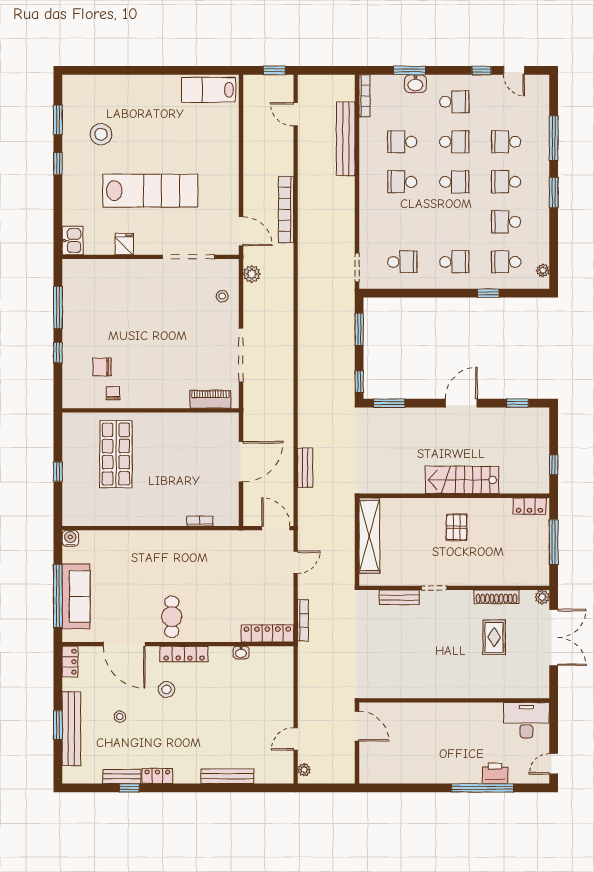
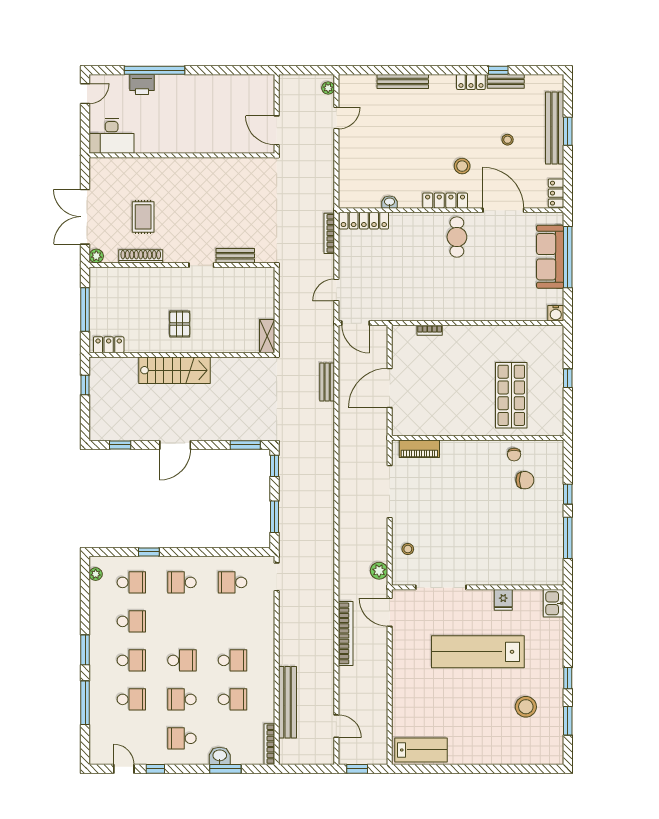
school desk: (454, 182) -> (182, 660), turned 180
shelving: (369, 536) -> (267, 336), width x0.45, depth x0.75

